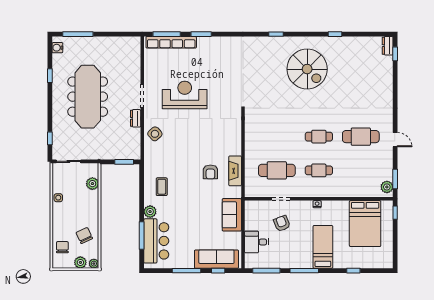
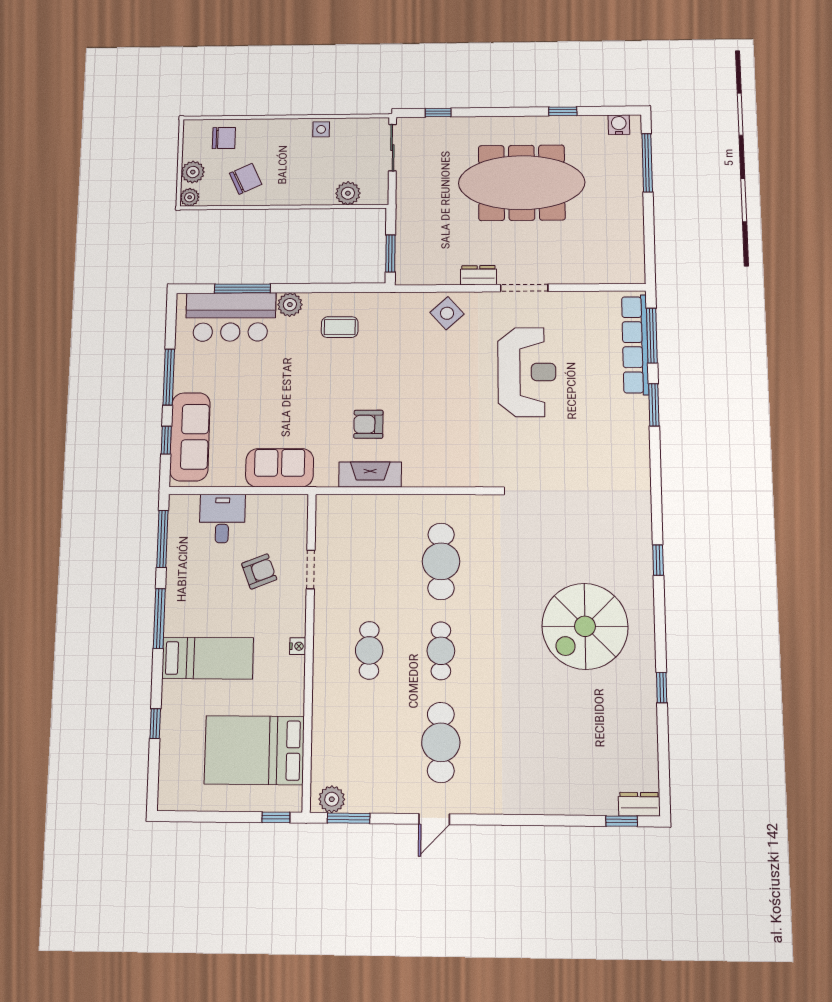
cafe table: (277, 170) -> (441, 561), moved

